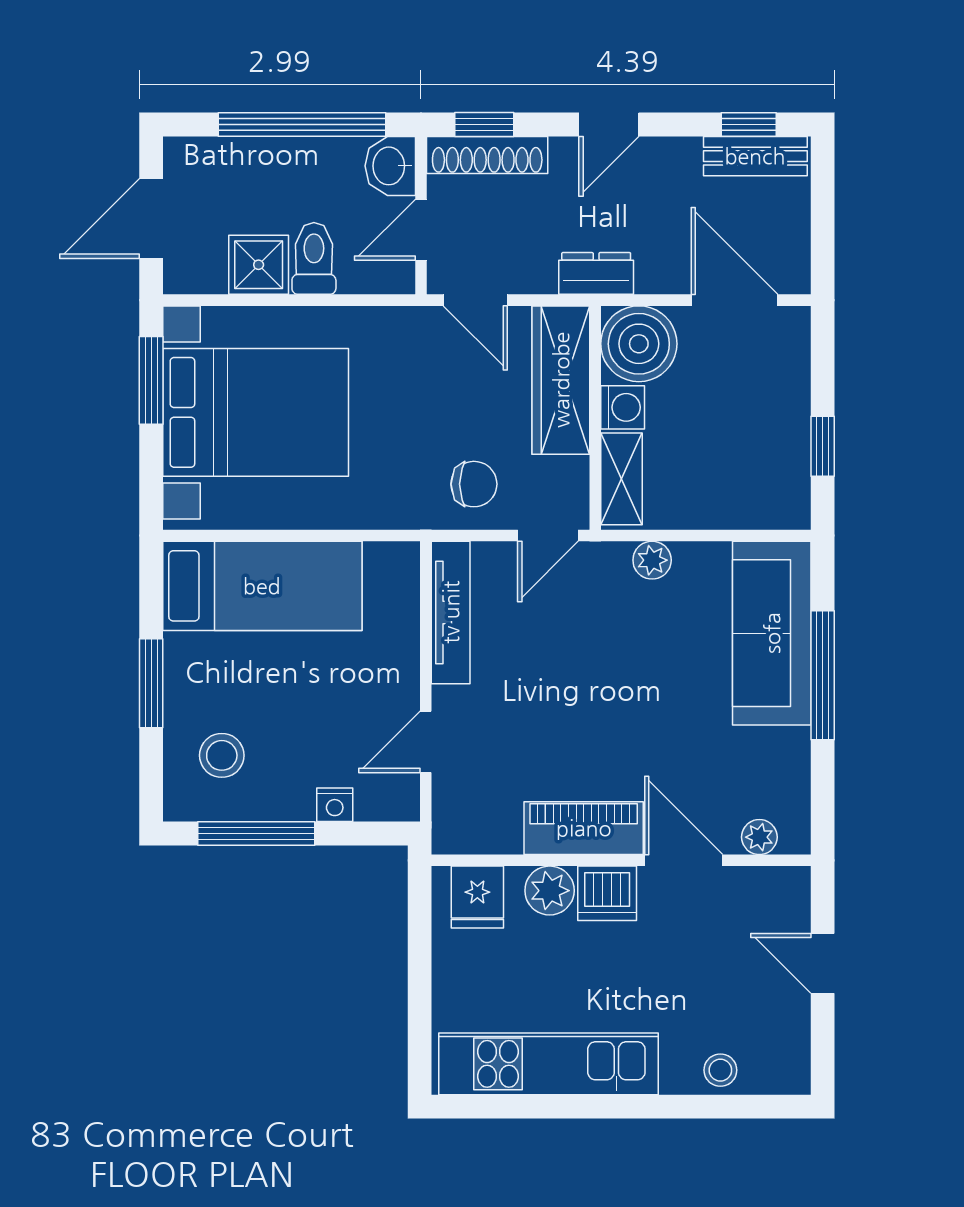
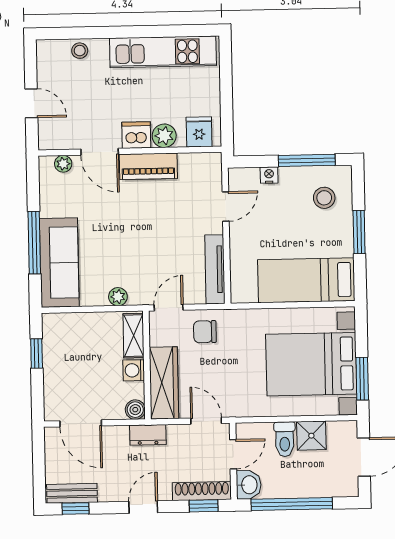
boiler: (639, 344) -> (135, 410), width x0.54, depth x0.54

